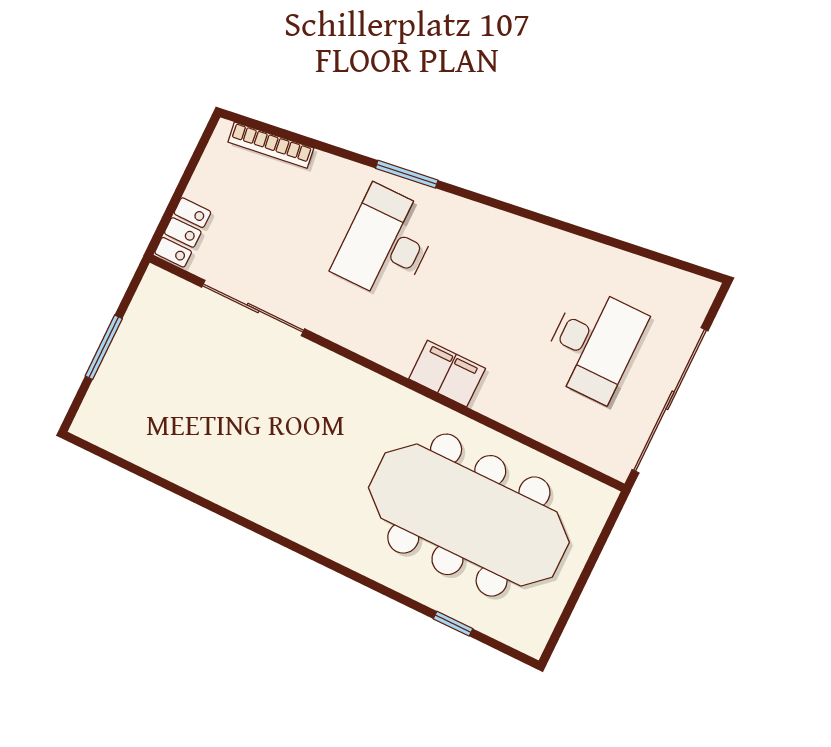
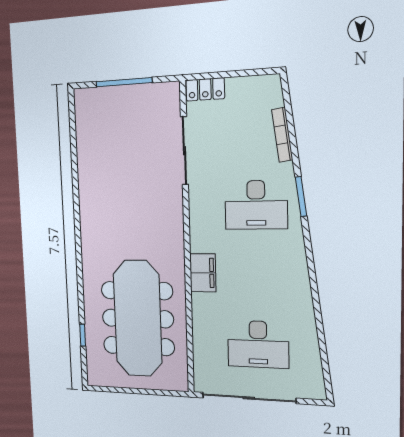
bookcase: (271, 145) -> (282, 135), moved
desk: (386, 243) -> (256, 205), turned 180
window: (104, 347) -> (124, 82), width x1.44

